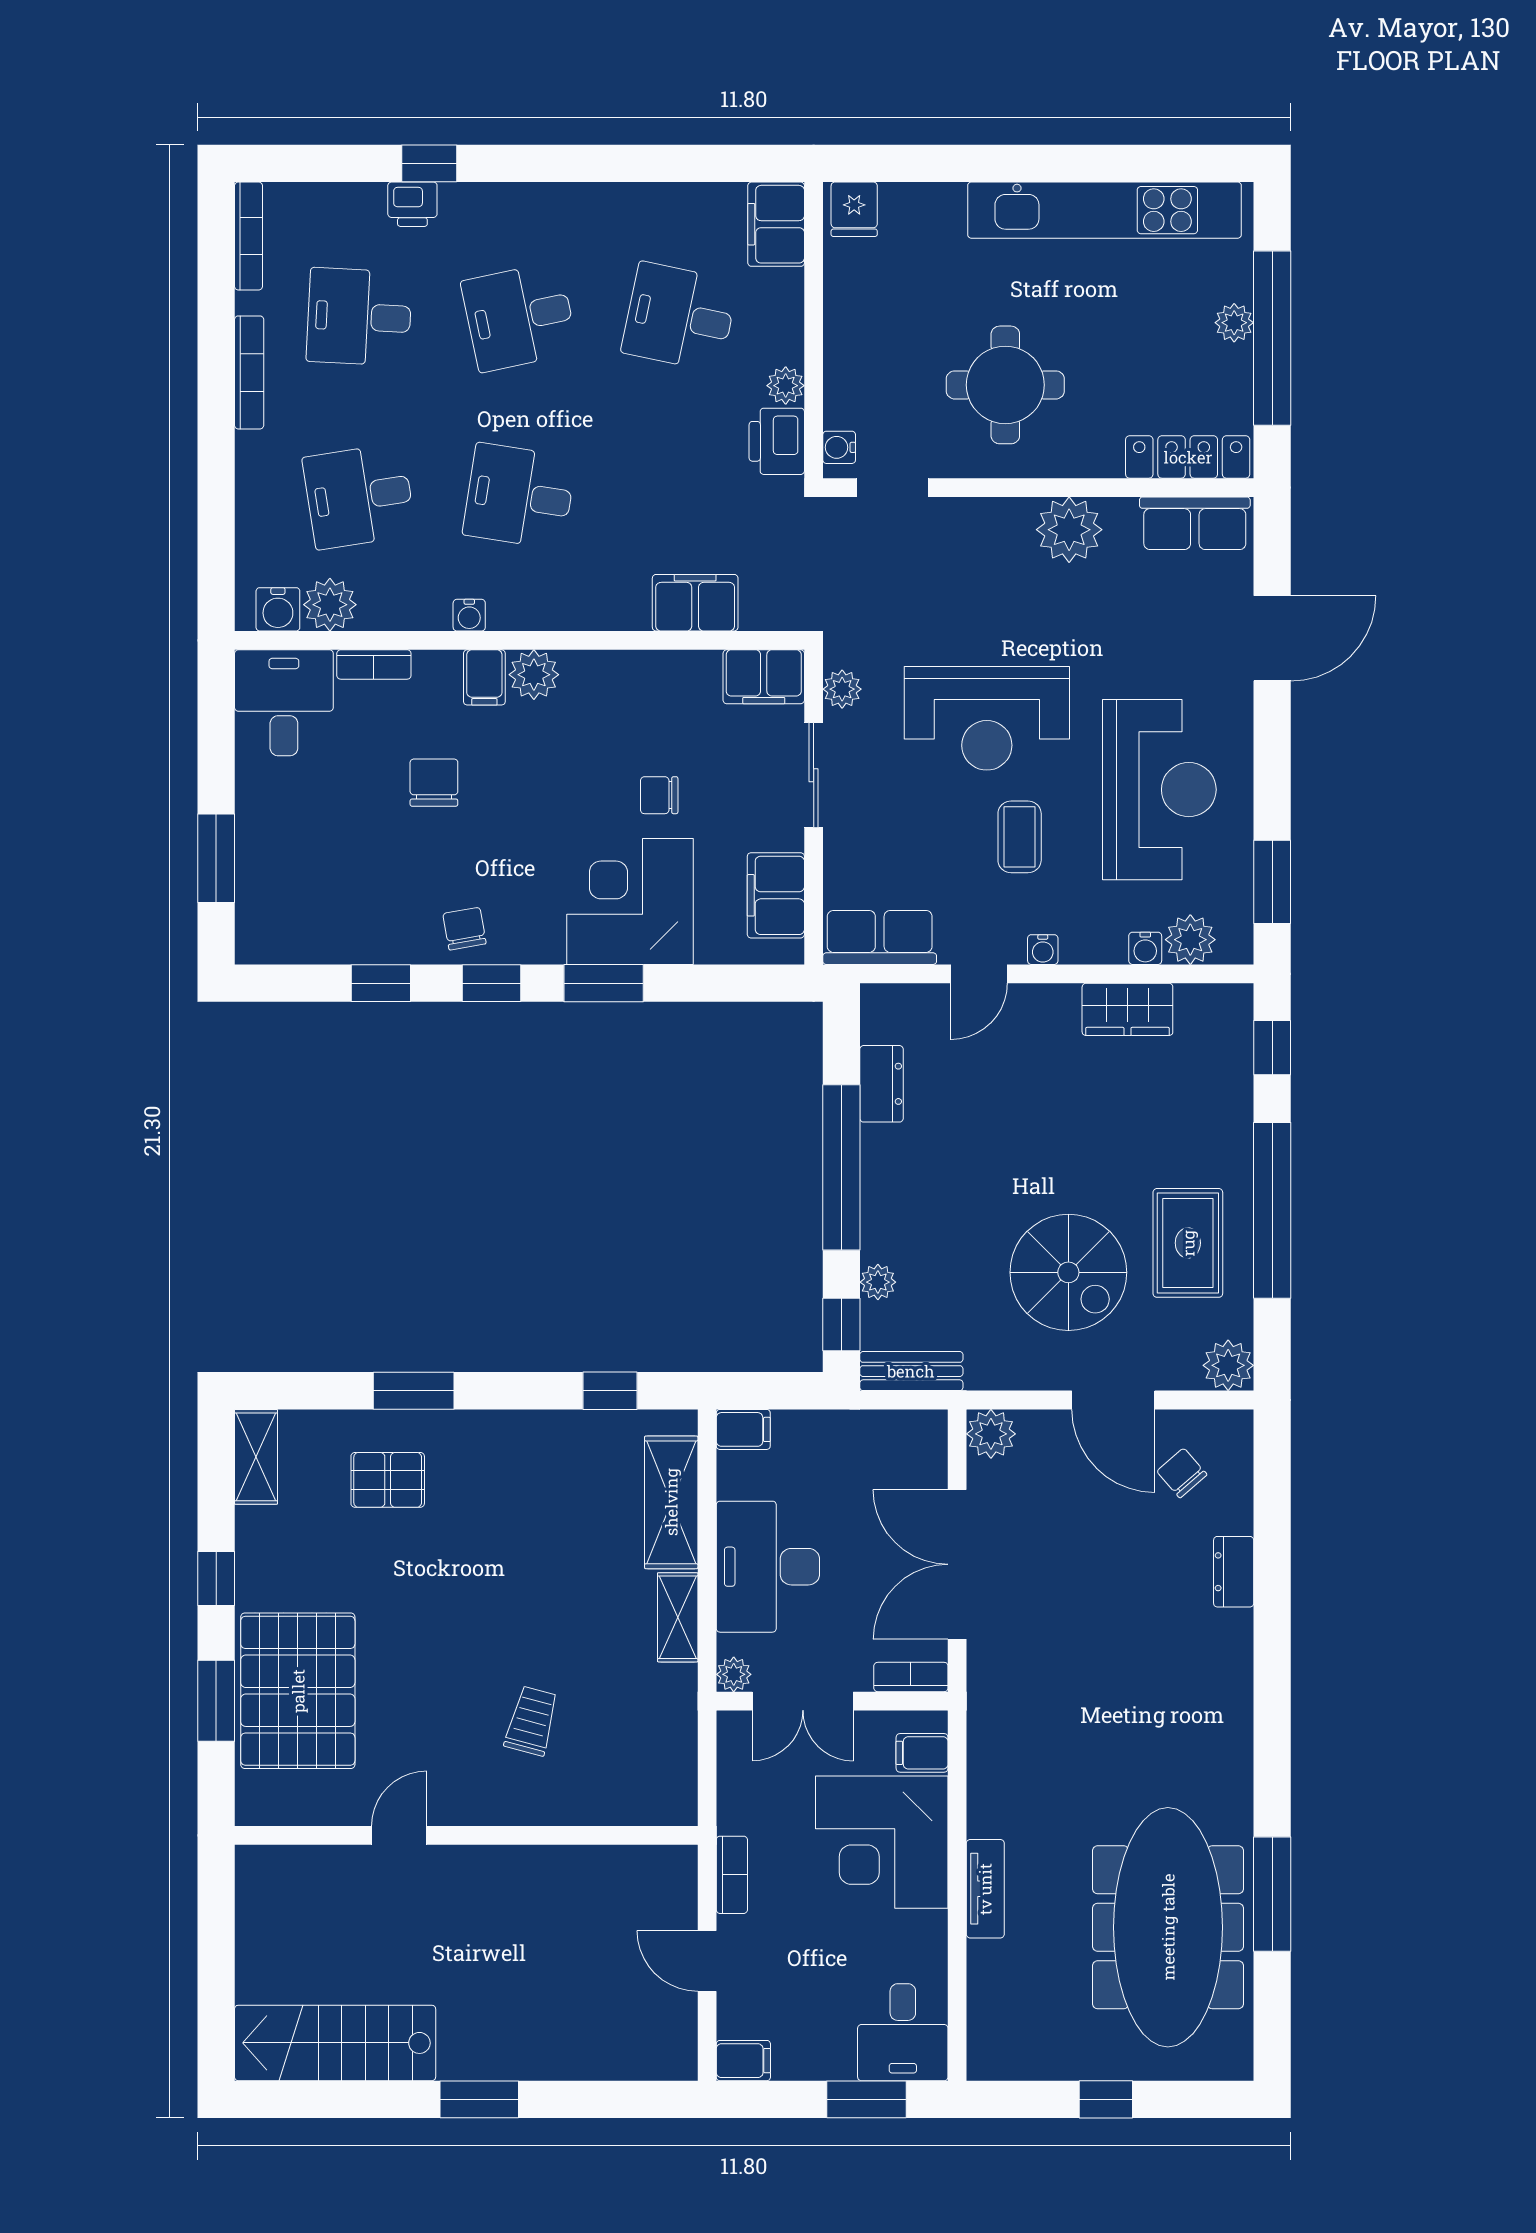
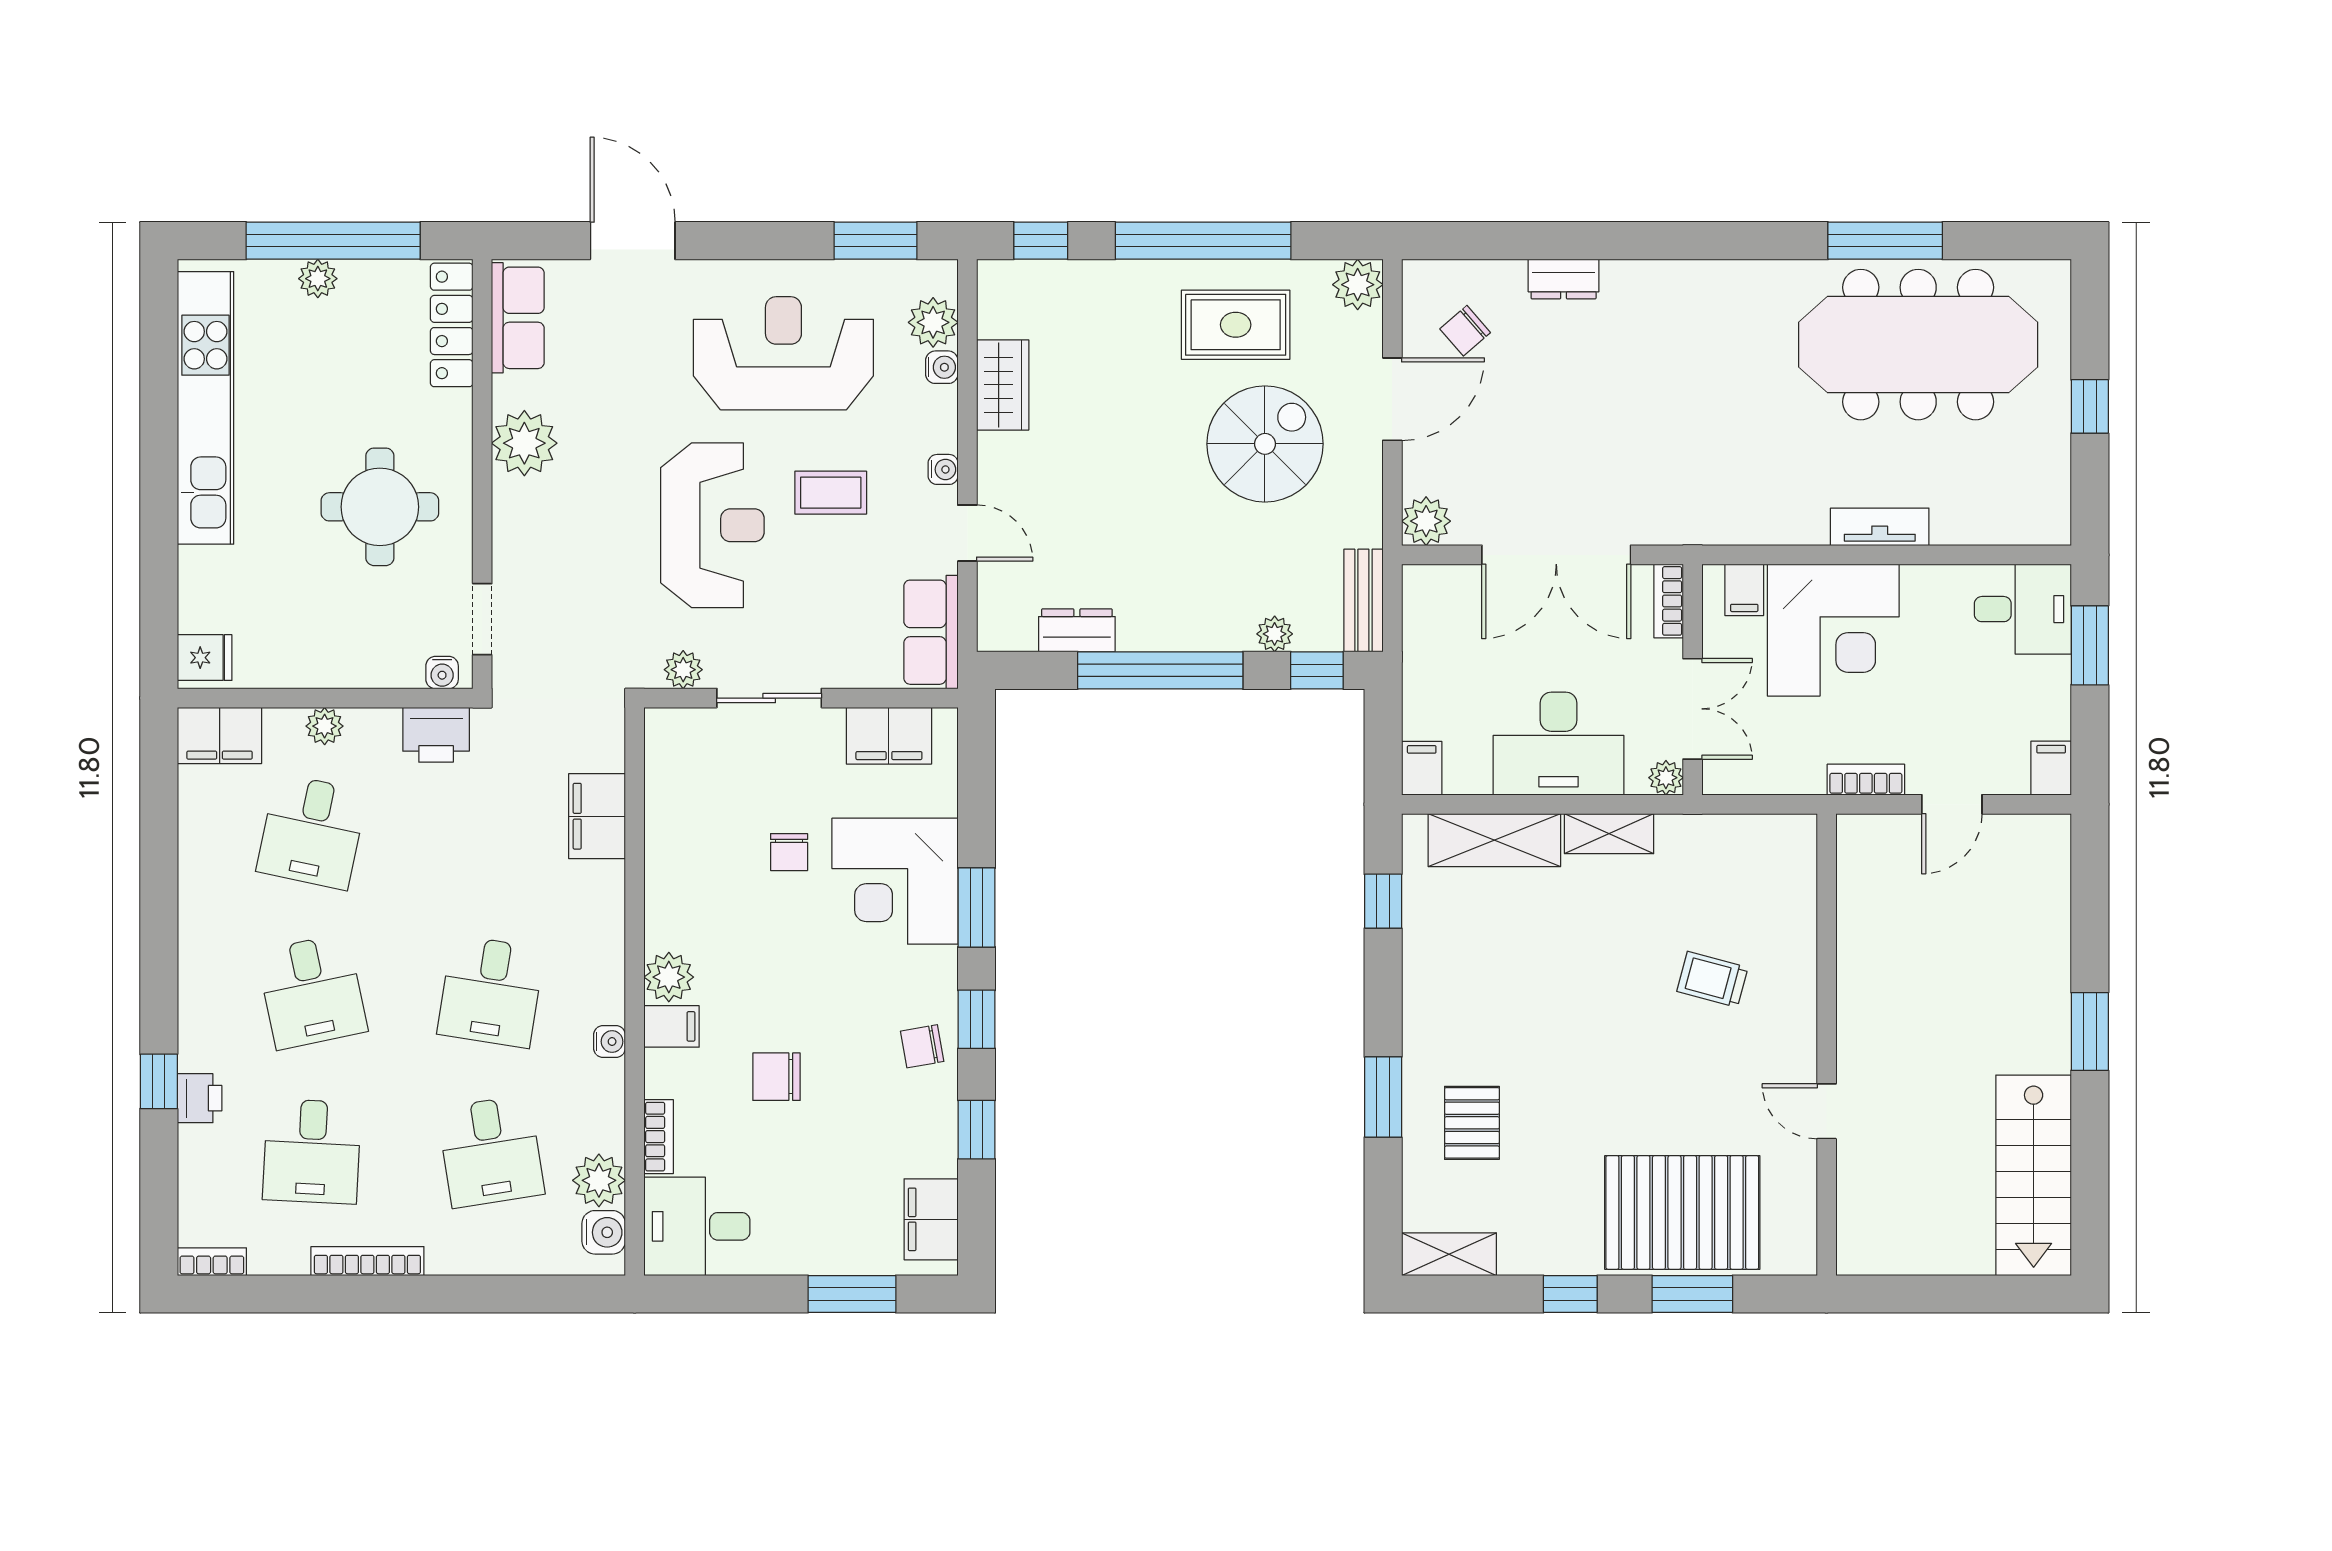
bookcase: (248, 236) -> (212, 1262), width x0.64
plant: (786, 386) -> (325, 726), moved
filing cabinet: (764, 677) -> (931, 1219), moved, turned 180

